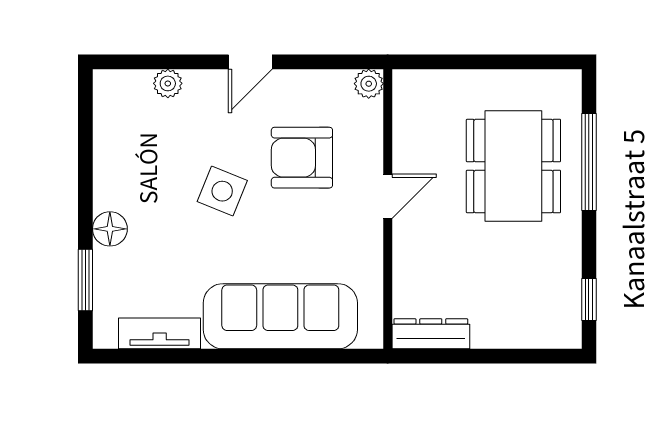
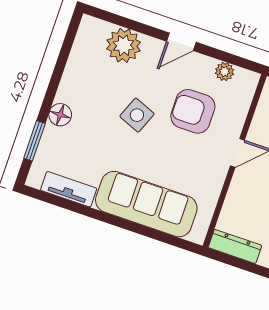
plant: (168, 83) -> (124, 45), width x1.87, depth x1.87
plant: (369, 84) -> (225, 72), moved

